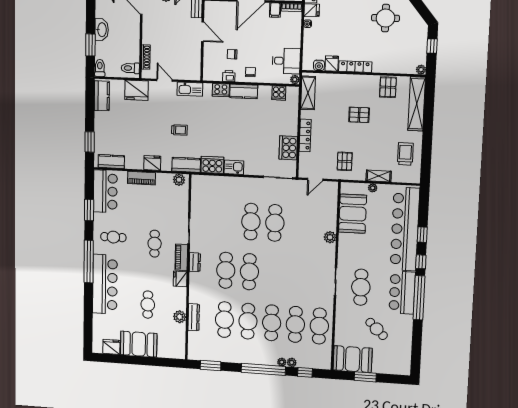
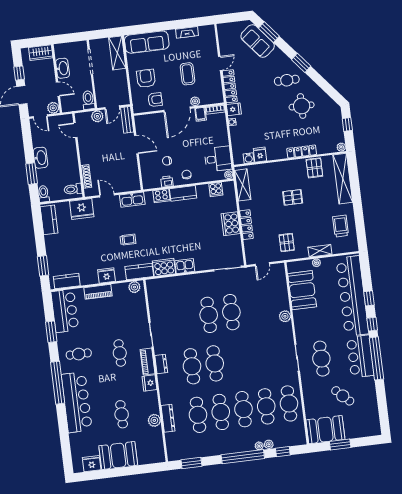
locker: (355, 67) -> (302, 151), moved
cooker: (288, 148) -> (231, 224), moved

